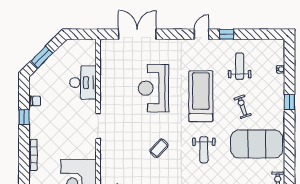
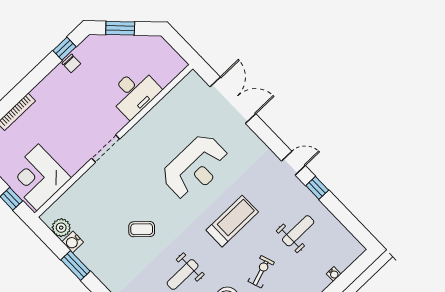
reception desk: (154, 88) -> (195, 167), turned 180
treadmill: (201, 96) -> (232, 221), width x0.73, depth x0.73
window: (24, 117) -> (64, 49), moved

